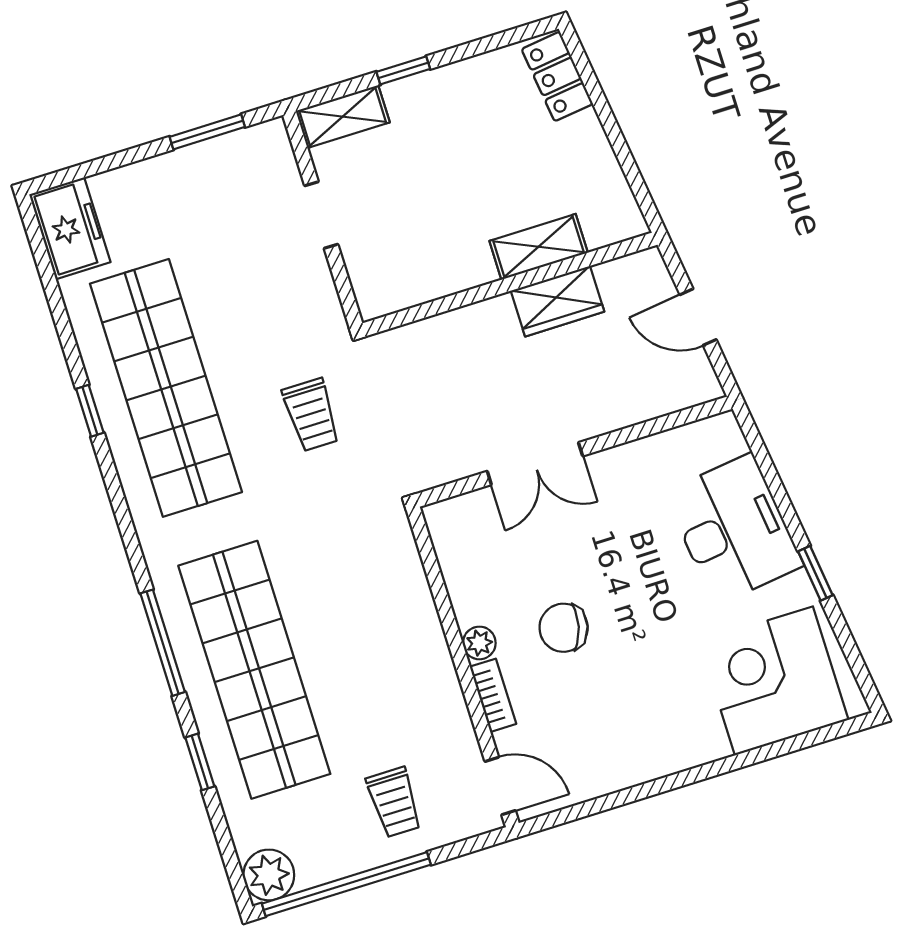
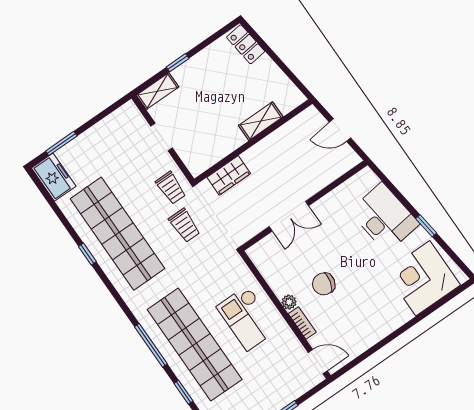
window: (207, 132) -> (61, 143), moved
wardrobe: (557, 301) -> (229, 175), moved
checkout: (382, 649) -> (247, 318), added
trolley: (394, 802) -> (171, 188), moved

